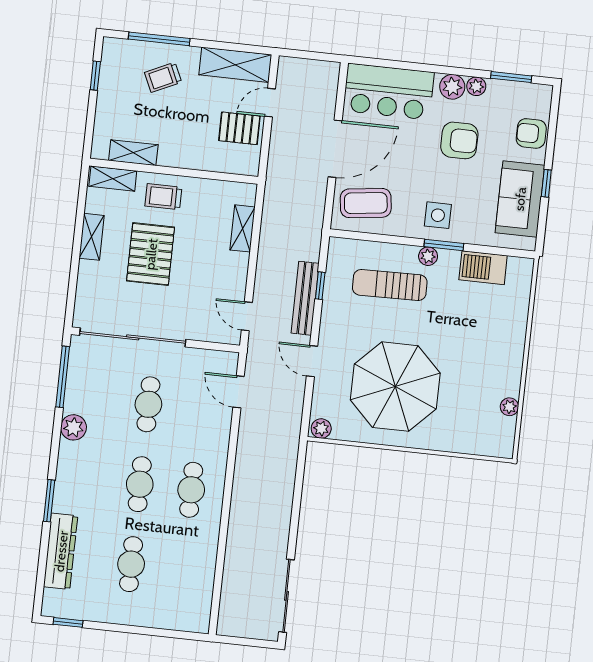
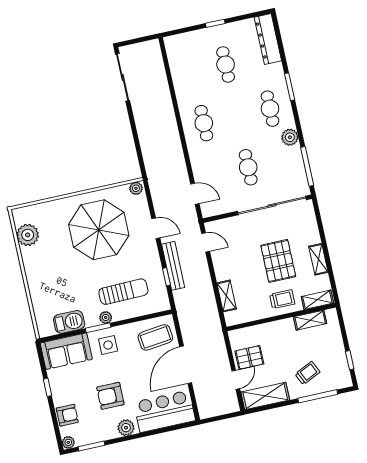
plant: (476, 86) -> (68, 442), moved
sofa: (520, 199) -> (66, 351), moved, turned 90
plant: (509, 407) -> (28, 235), width x1.88, depth x1.88
cafe table: (140, 484) -> (270, 109), moved
dresser: (61, 551) -> (268, 39), moved
window: (68, 622) -> (215, 23), moved

